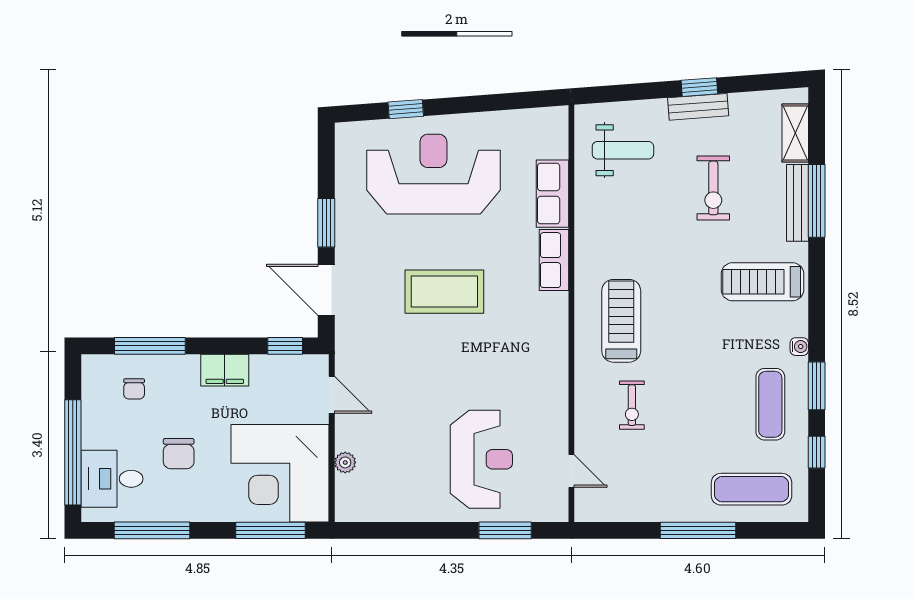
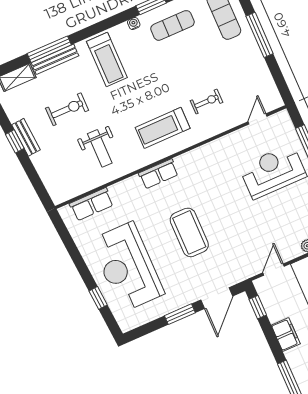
weight bench: (623, 150) -> (100, 148), moved, turned 180
row of seats: (552, 194) -> (92, 204), moved
row of seats: (554, 260) -> (158, 174), moved

